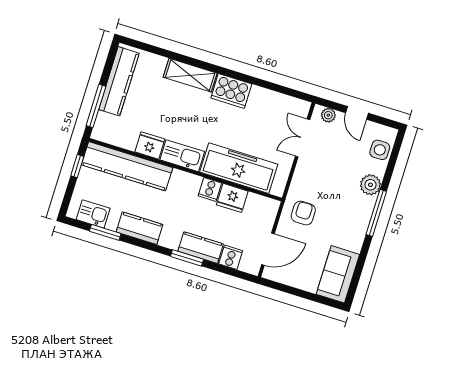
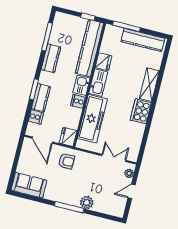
side table: (380, 150) -> (109, 207), removed
fridge: (232, 198) -> (68, 137), moved
kitchen sink: (93, 214) -> (81, 85), moved, turned 180
window: (105, 232) -> (47, 37), width x1.44

